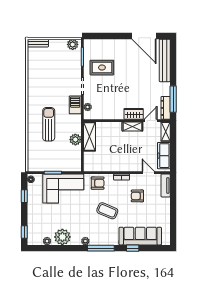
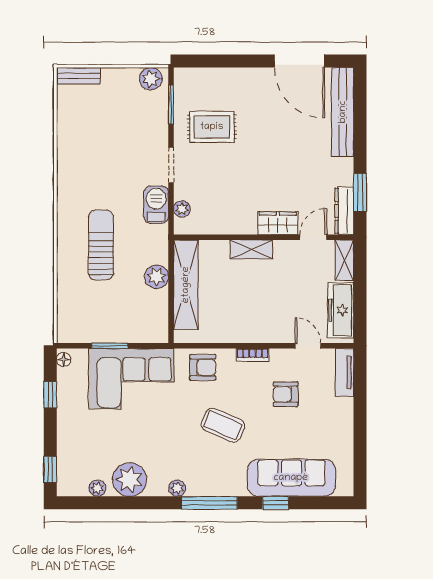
window: (173, 99) -> (360, 193), width x0.69
shelving: (132, 126) -> (251, 249), moved
shelving: (89, 137) -> (186, 285), width x1.47

